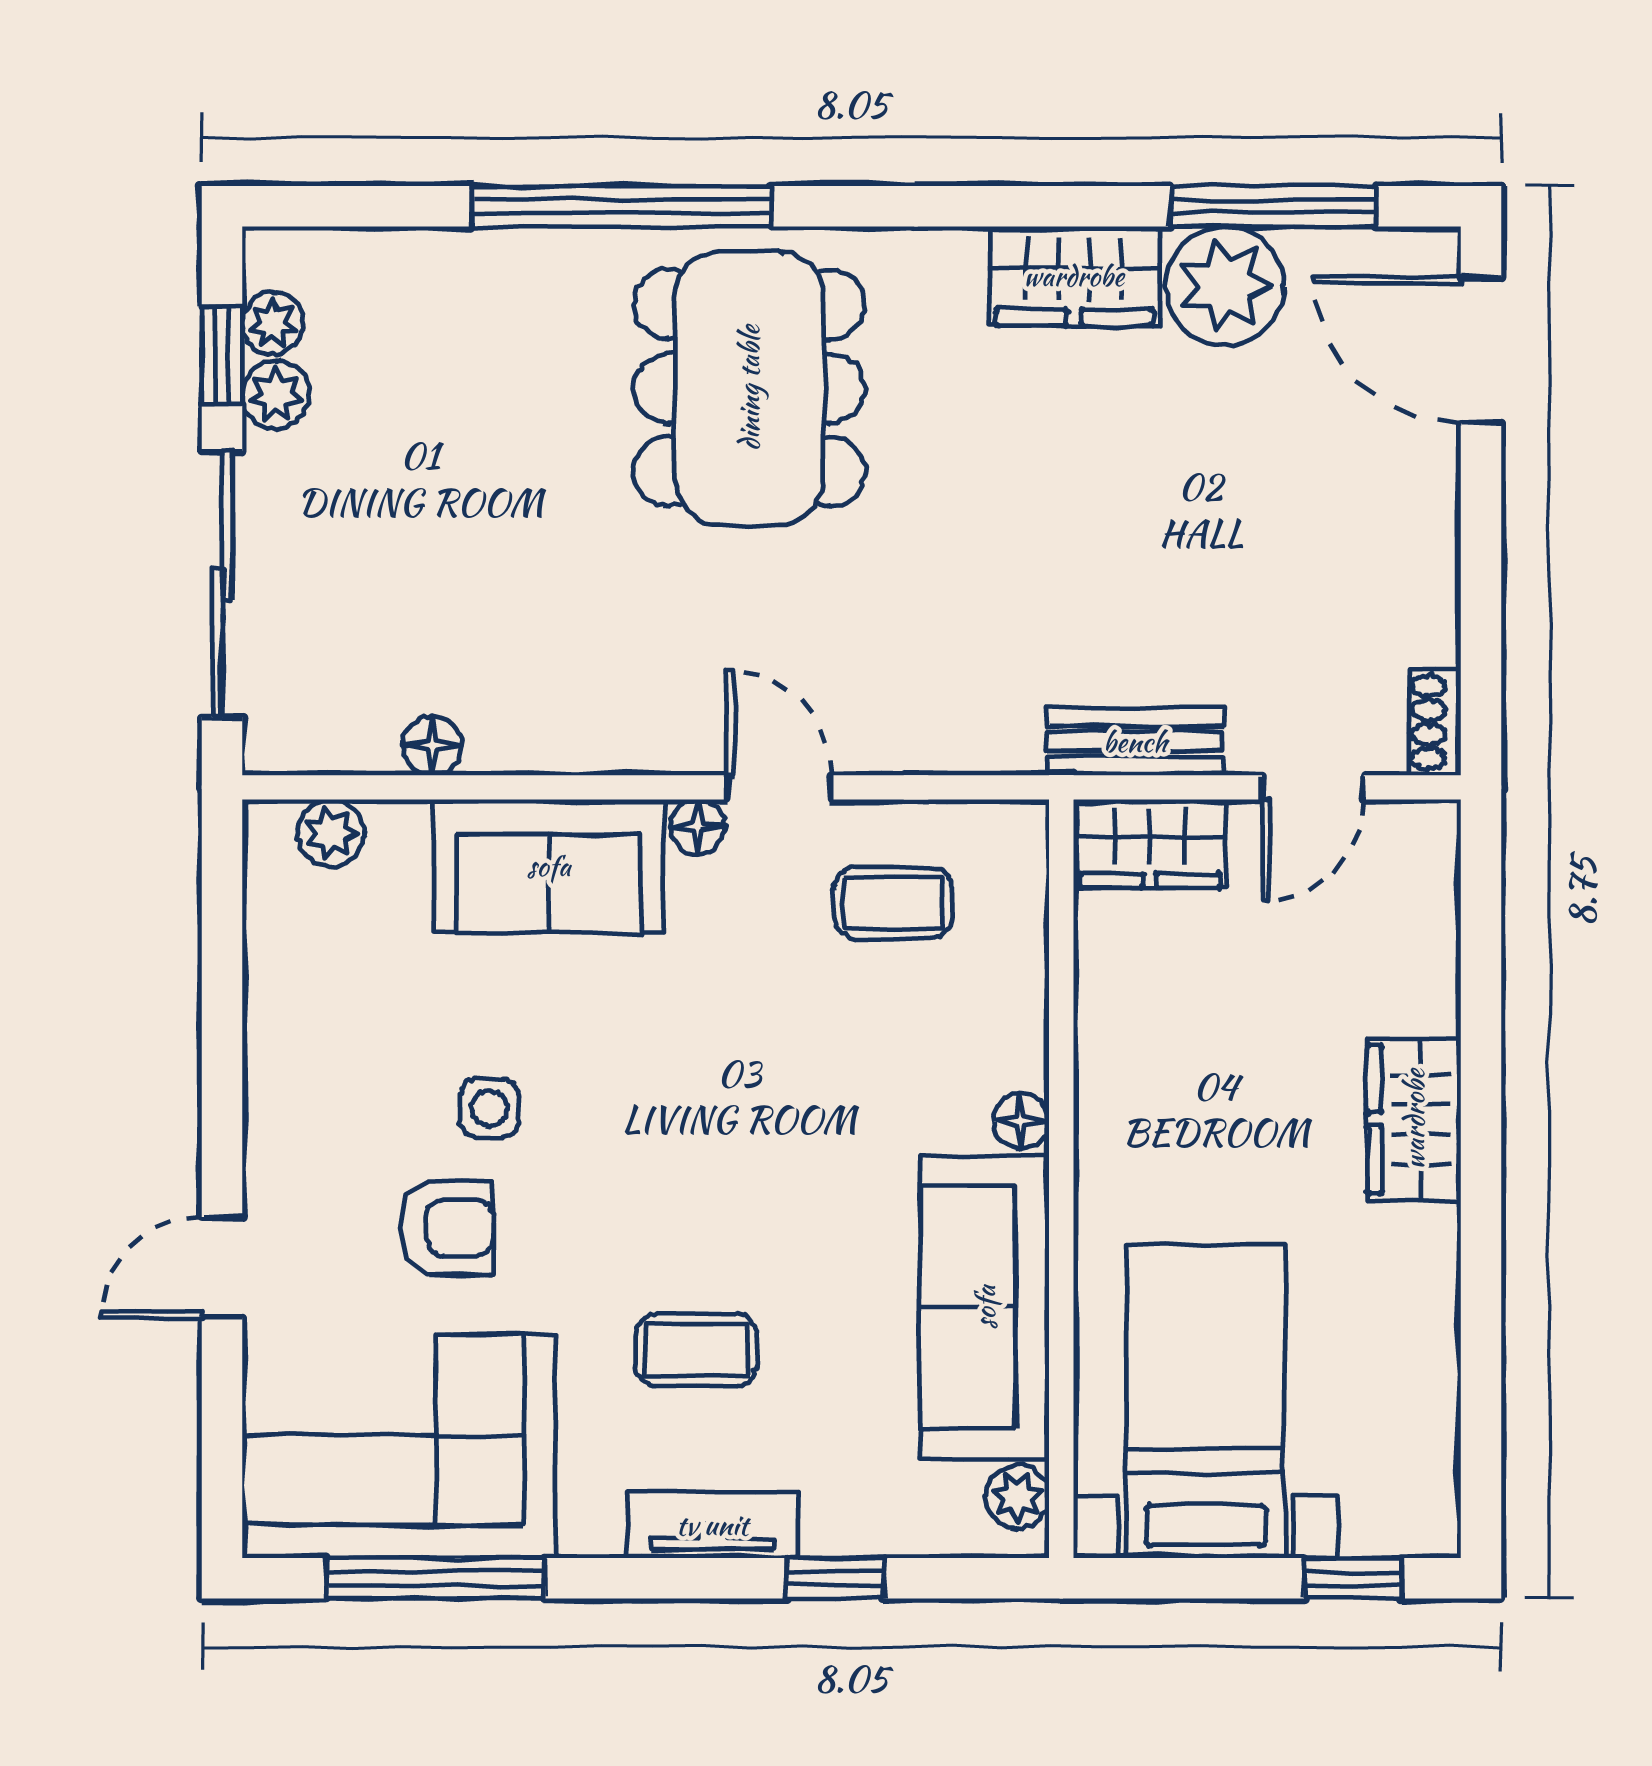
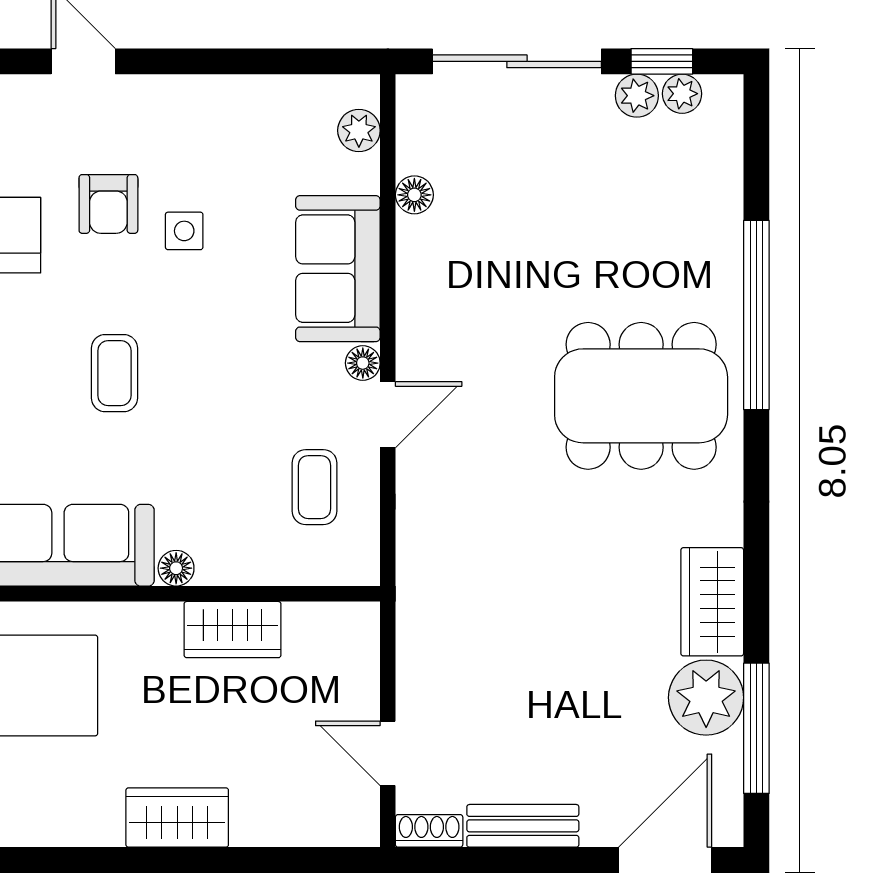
bench: (1135, 742) -> (523, 826), moved, turned 90
wardrobe: (1150, 844) -> (233, 630), moved, turned -90
coffee table: (696, 1350) -> (114, 373), moved

